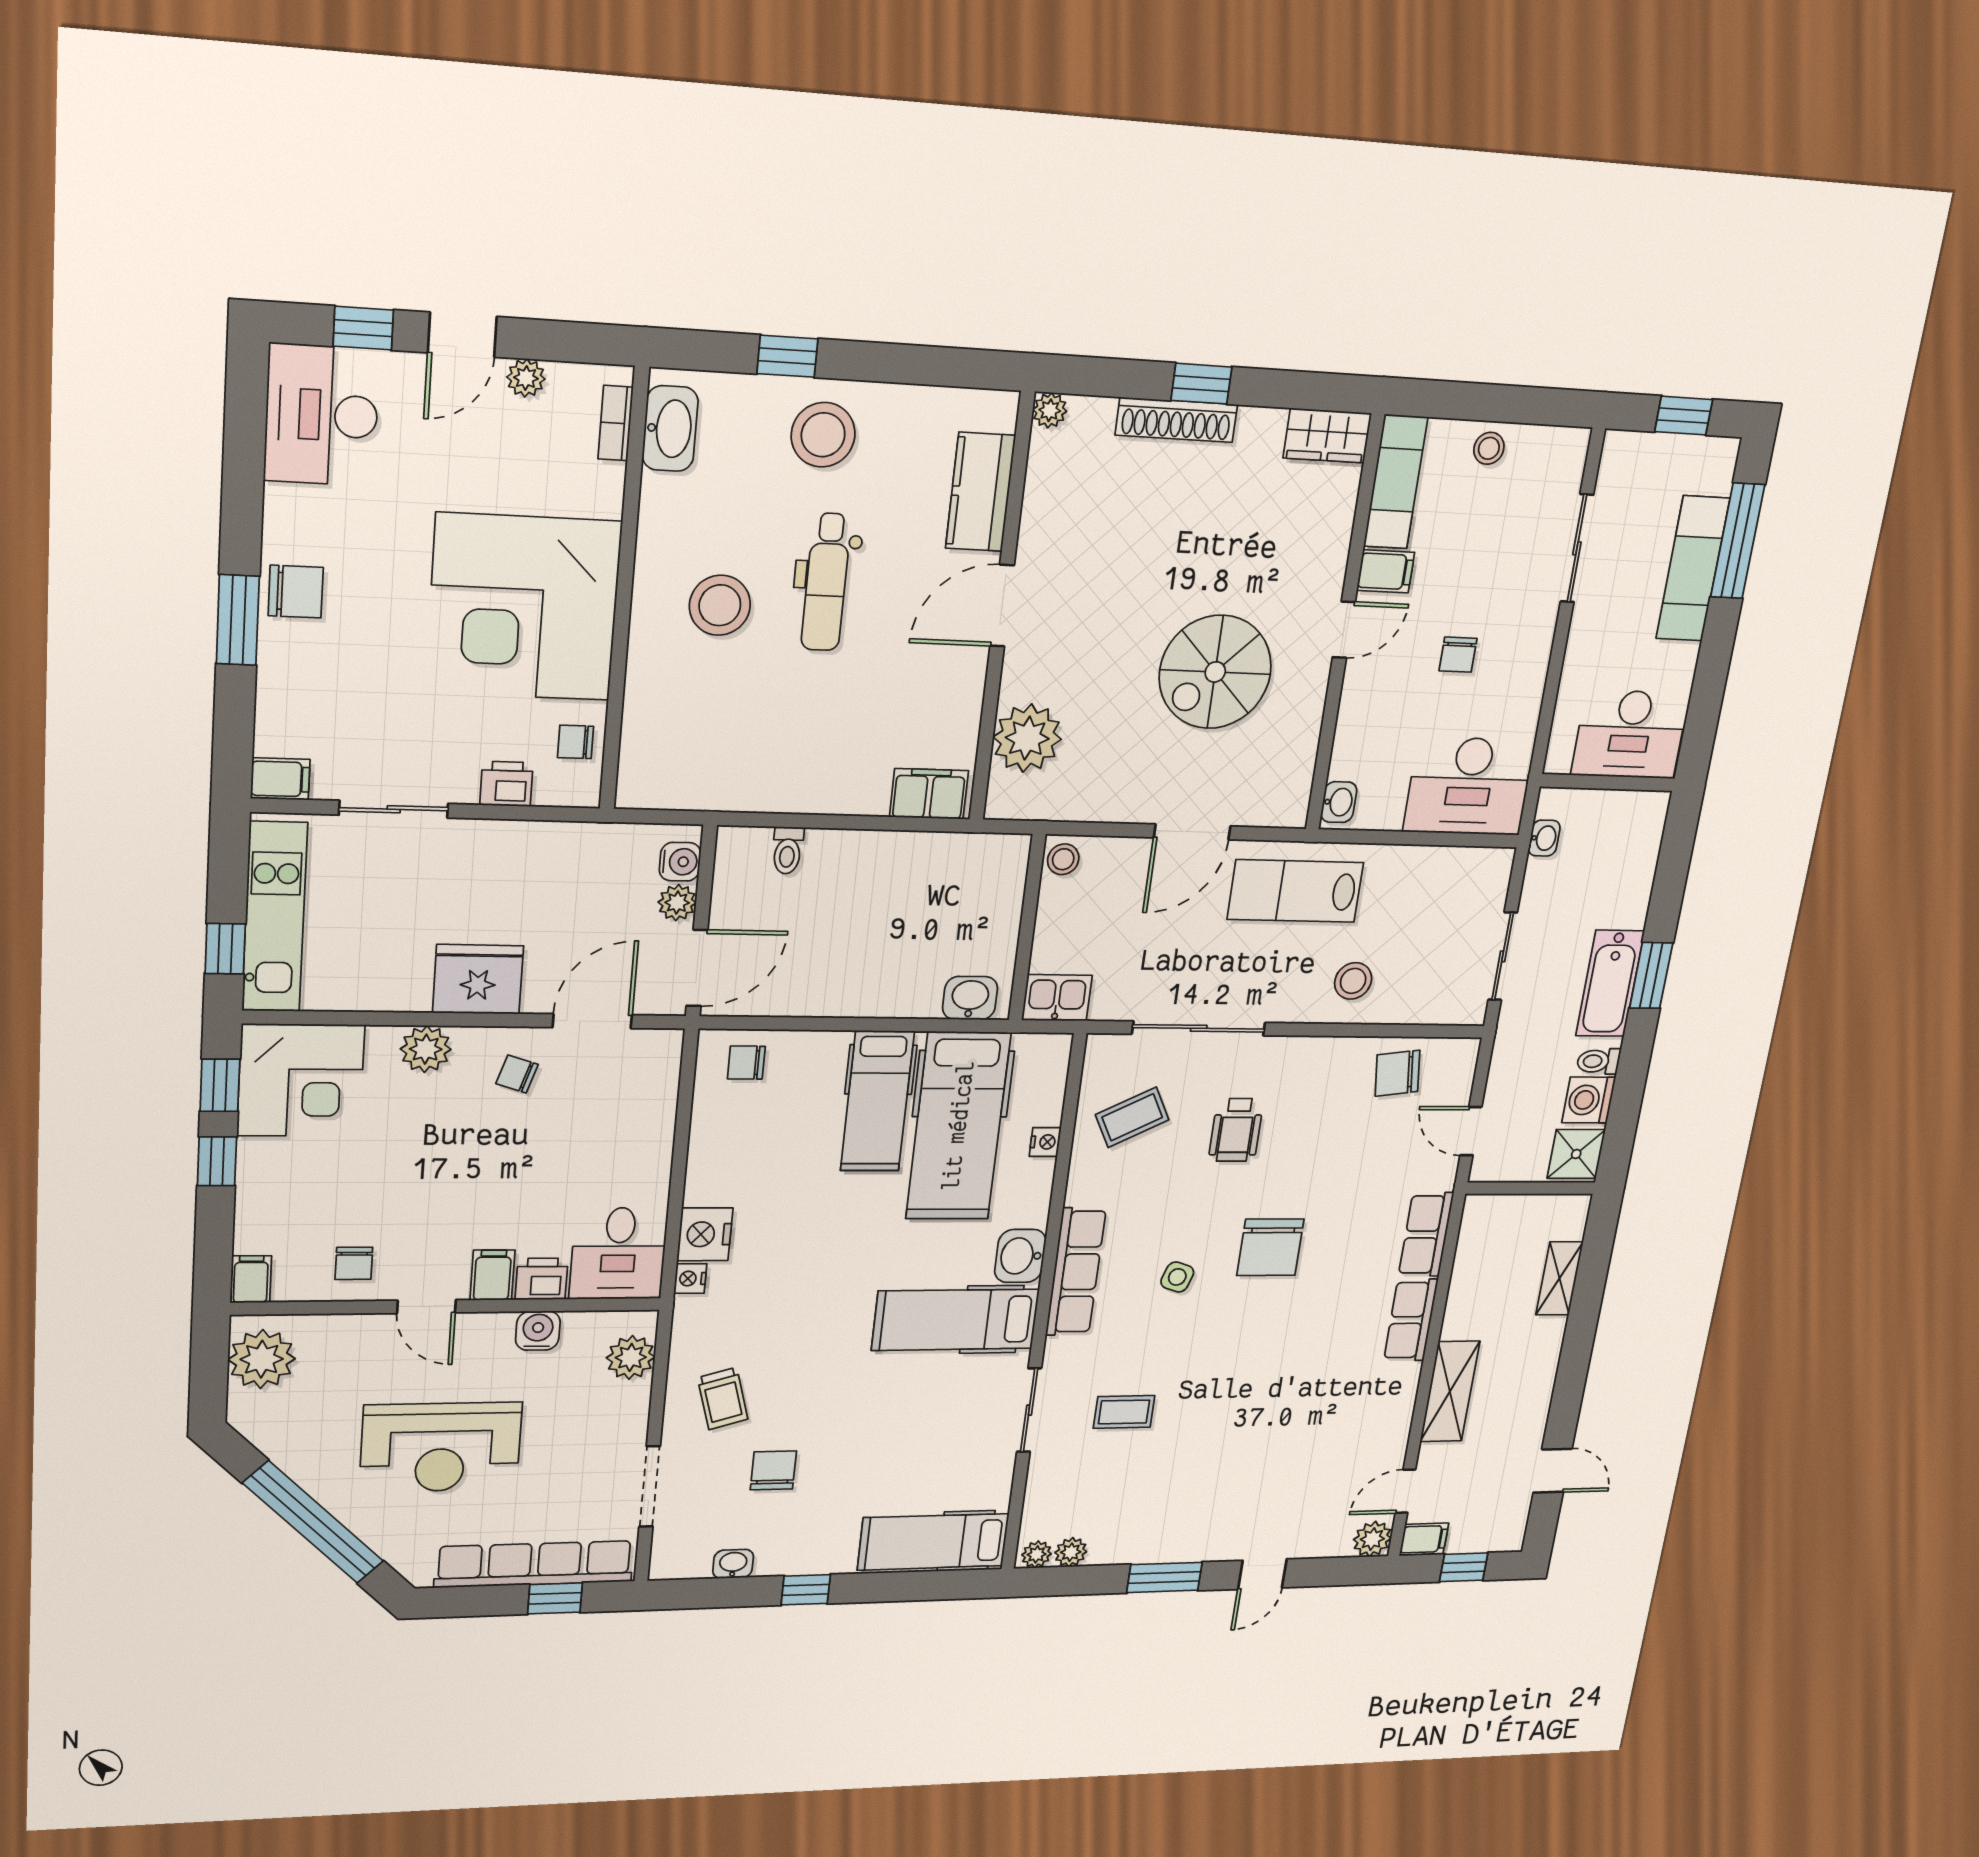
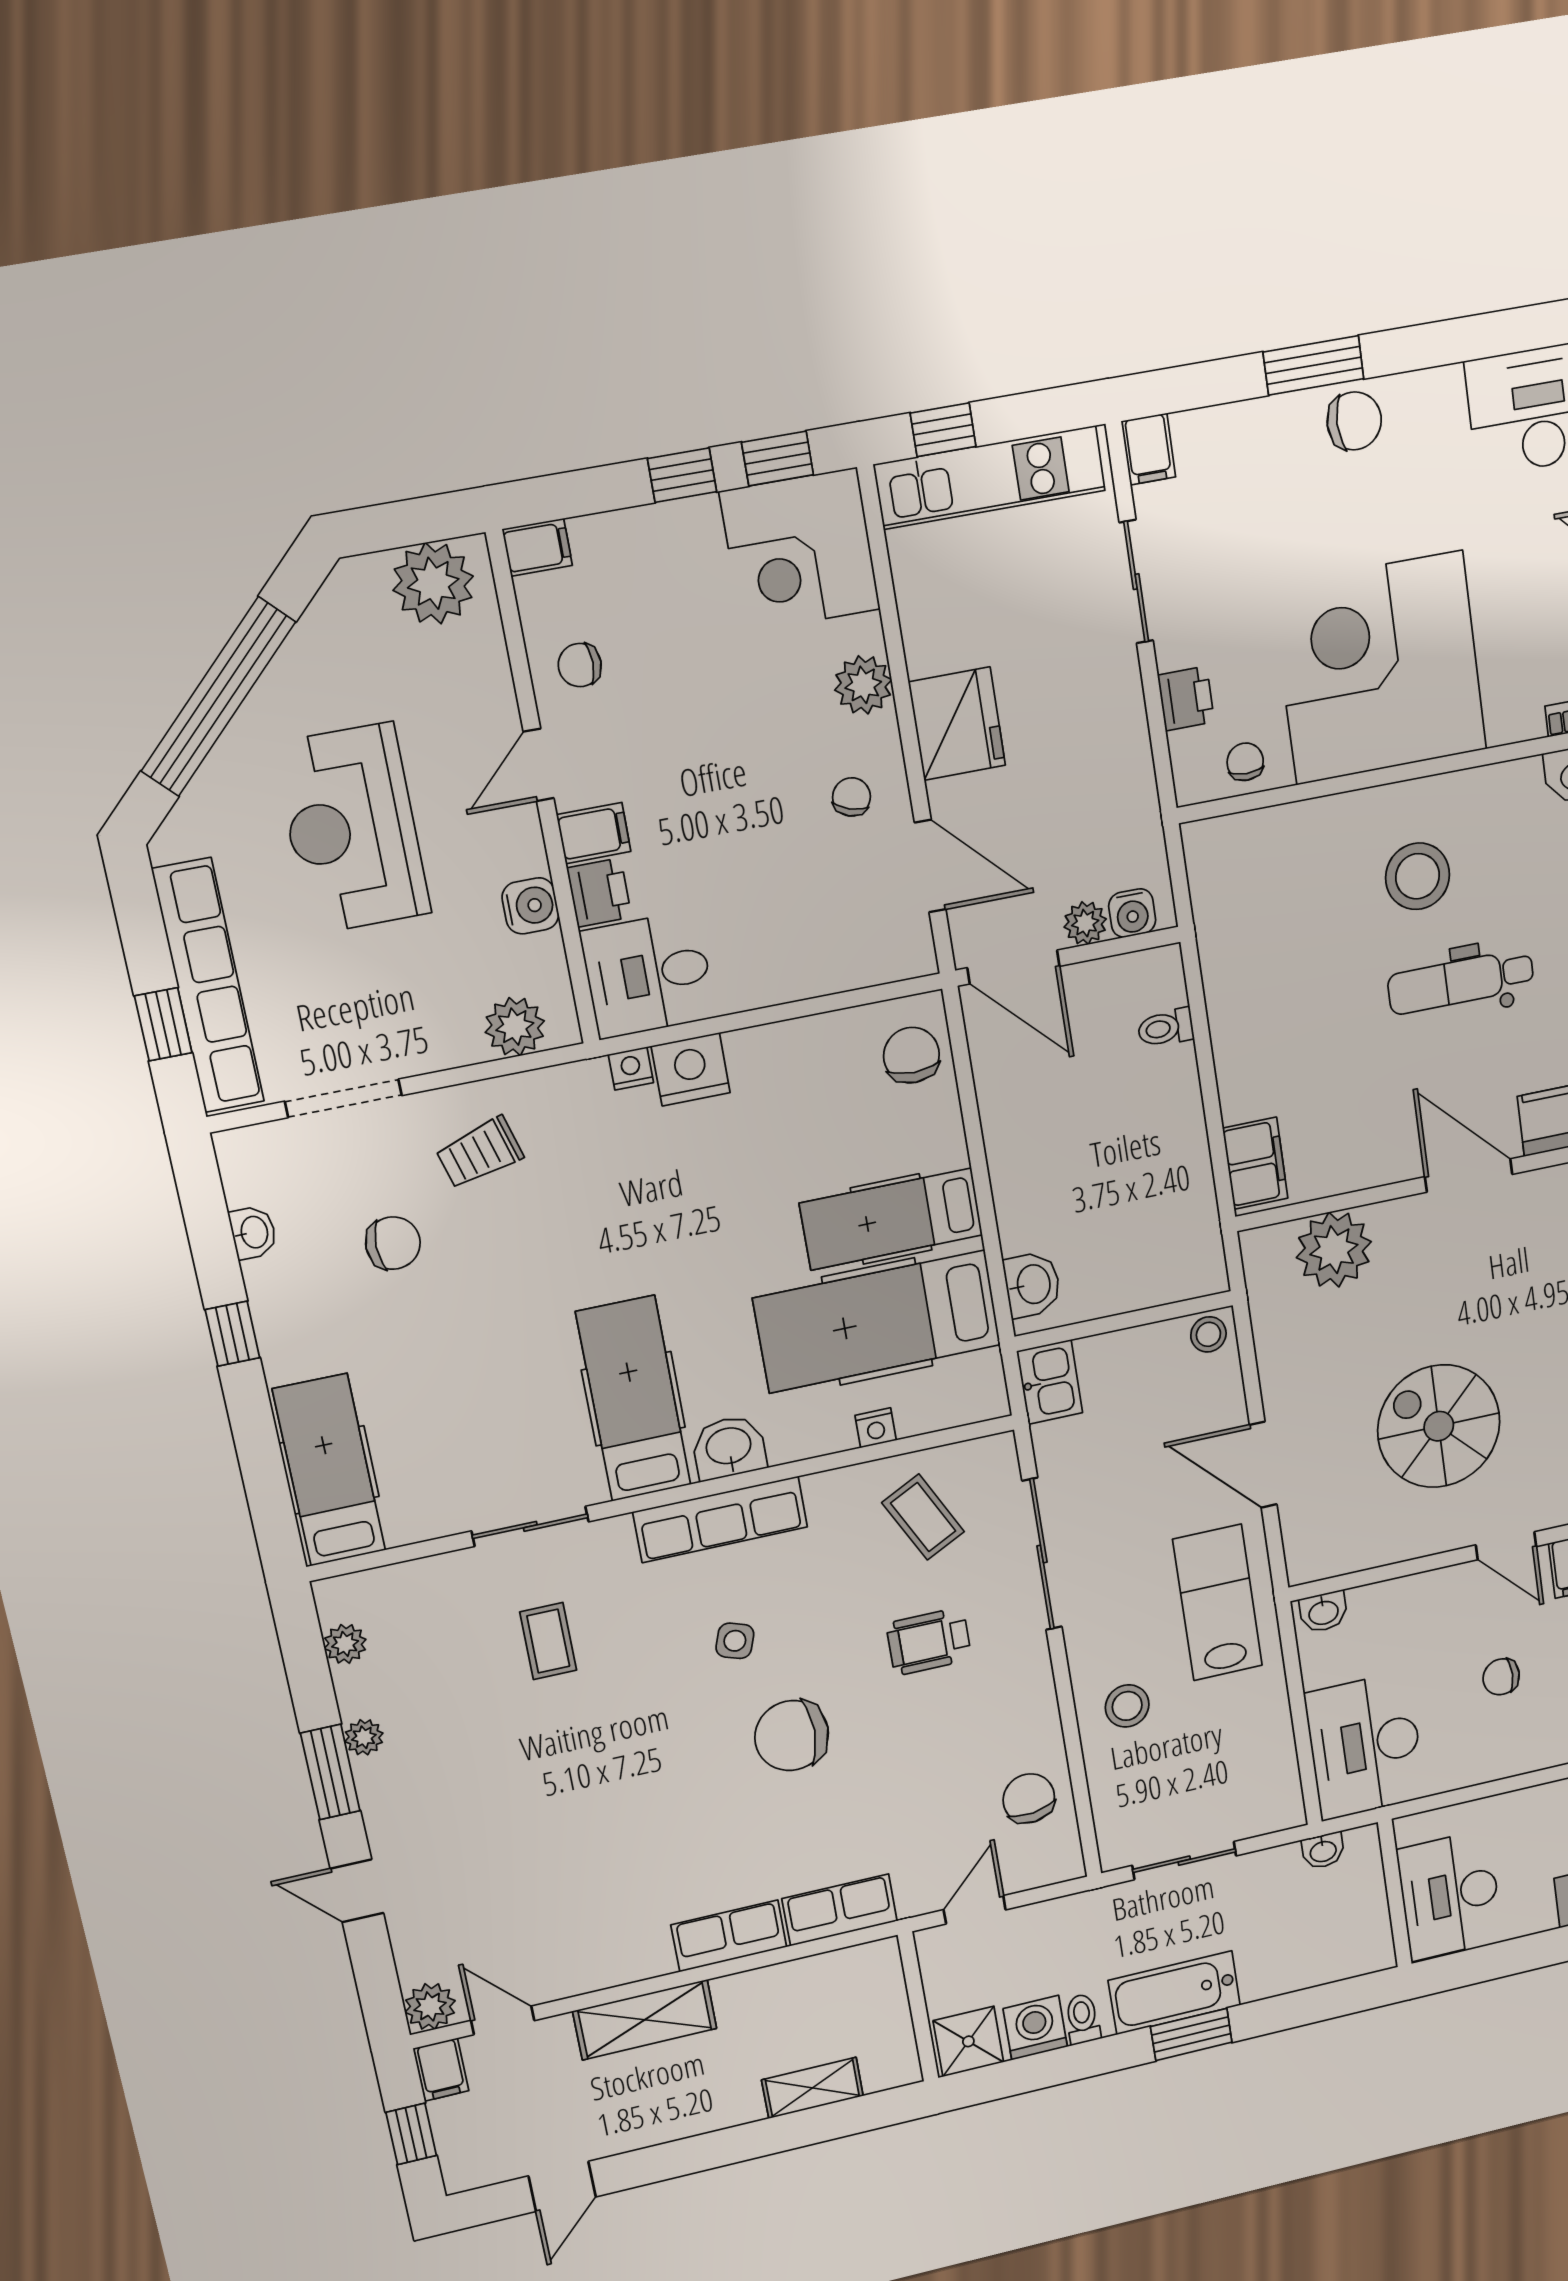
chair: (296, 592) -> (1354, 421), turned -90
chair: (746, 1063) -> (911, 1055), width x1.37, depth x1.37
plant: (1037, 1554) -> (364, 1737), moved

